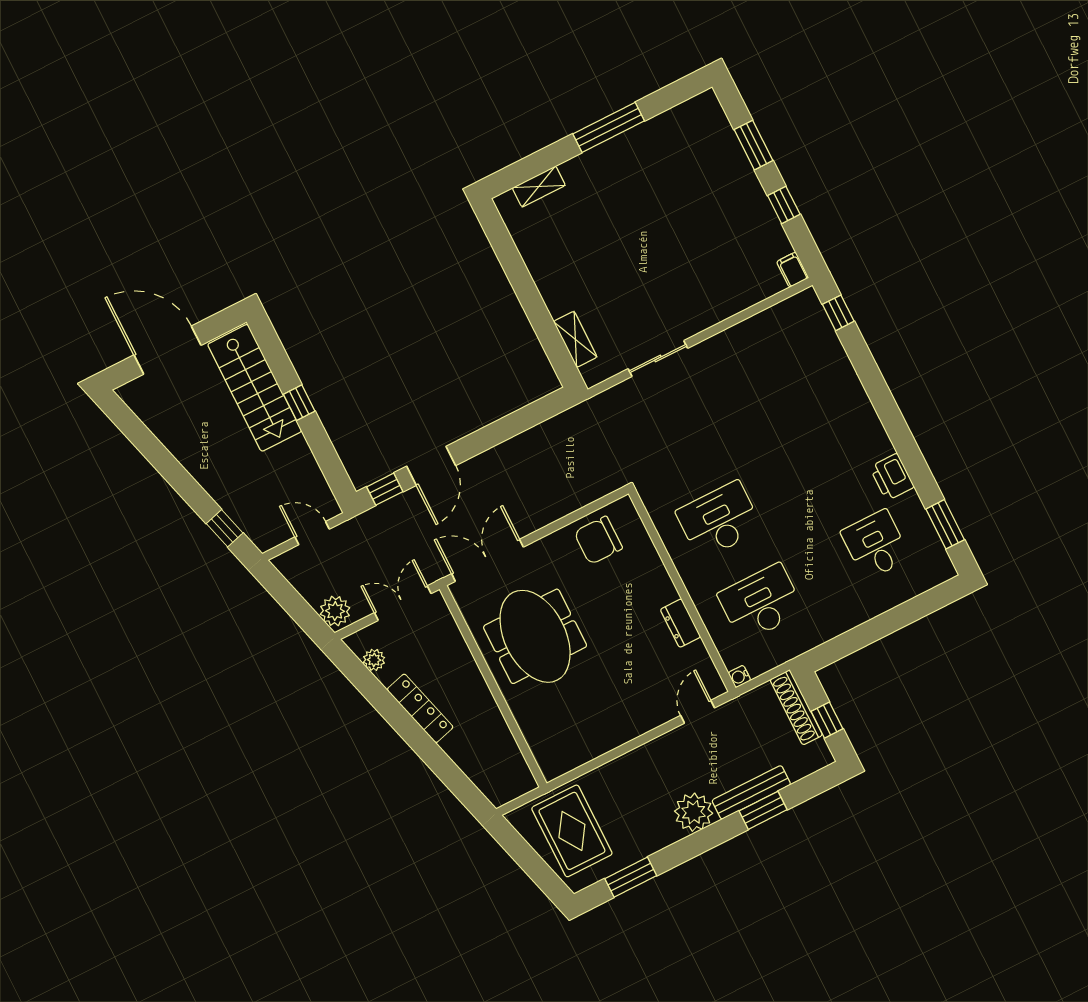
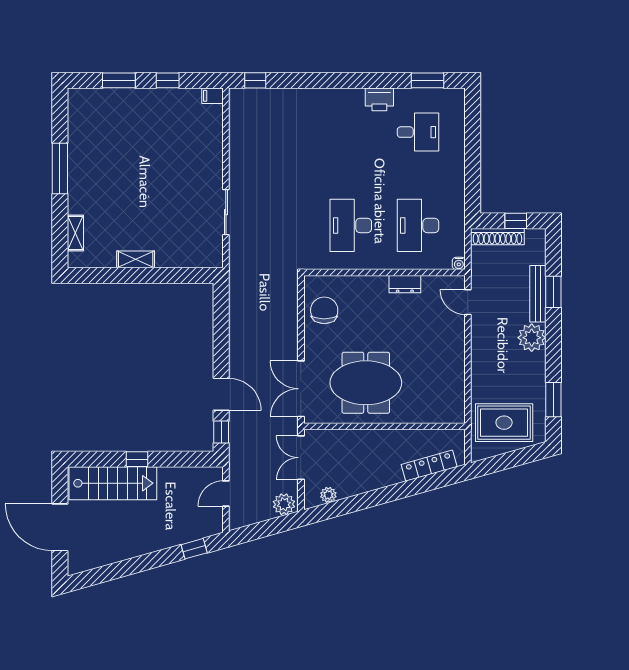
shelving: (575, 339) -> (136, 259), moved
door: (168, 350) -> (60, 527), hinge flipped
chair: (598, 540) -> (324, 310), turned 180
desk: (876, 545) -> (418, 132), turned 180
locker: (420, 708) -> (429, 466), moved

